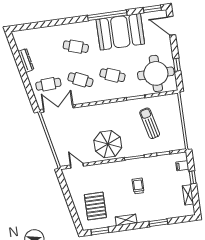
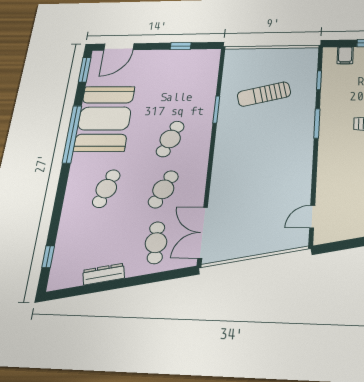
window: (30, 26) -> (48, 257), added
round table: (156, 73) -> (186, 76), removed
parasol: (108, 144) -> (284, 161), removed

